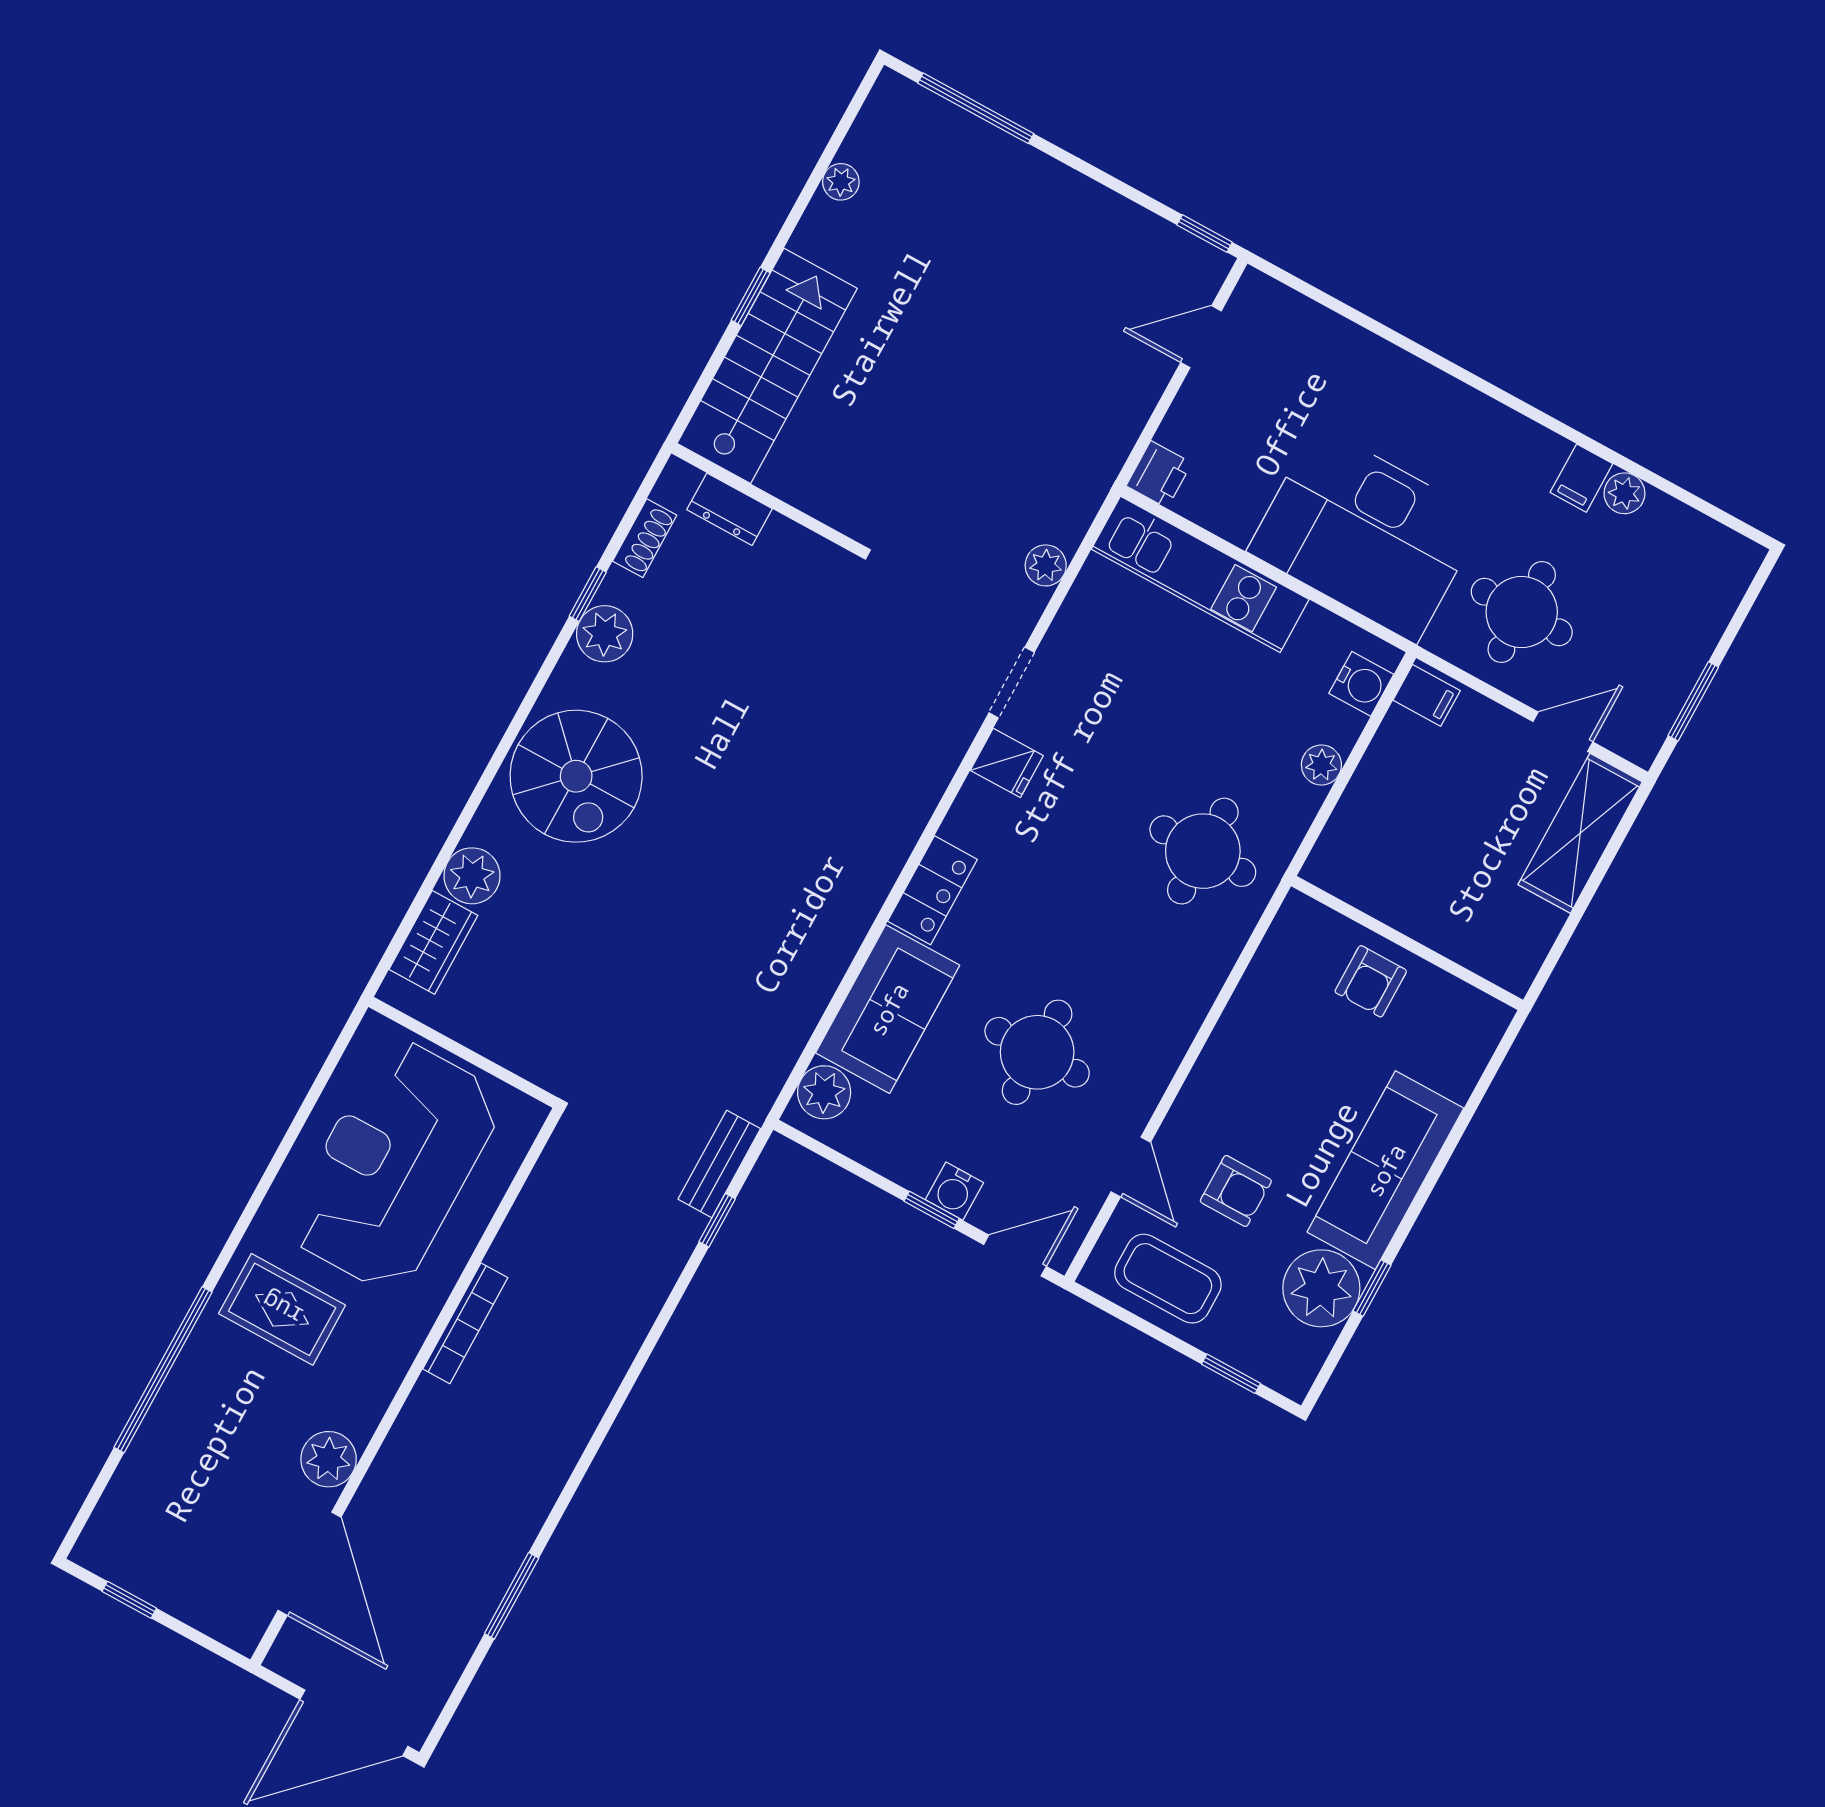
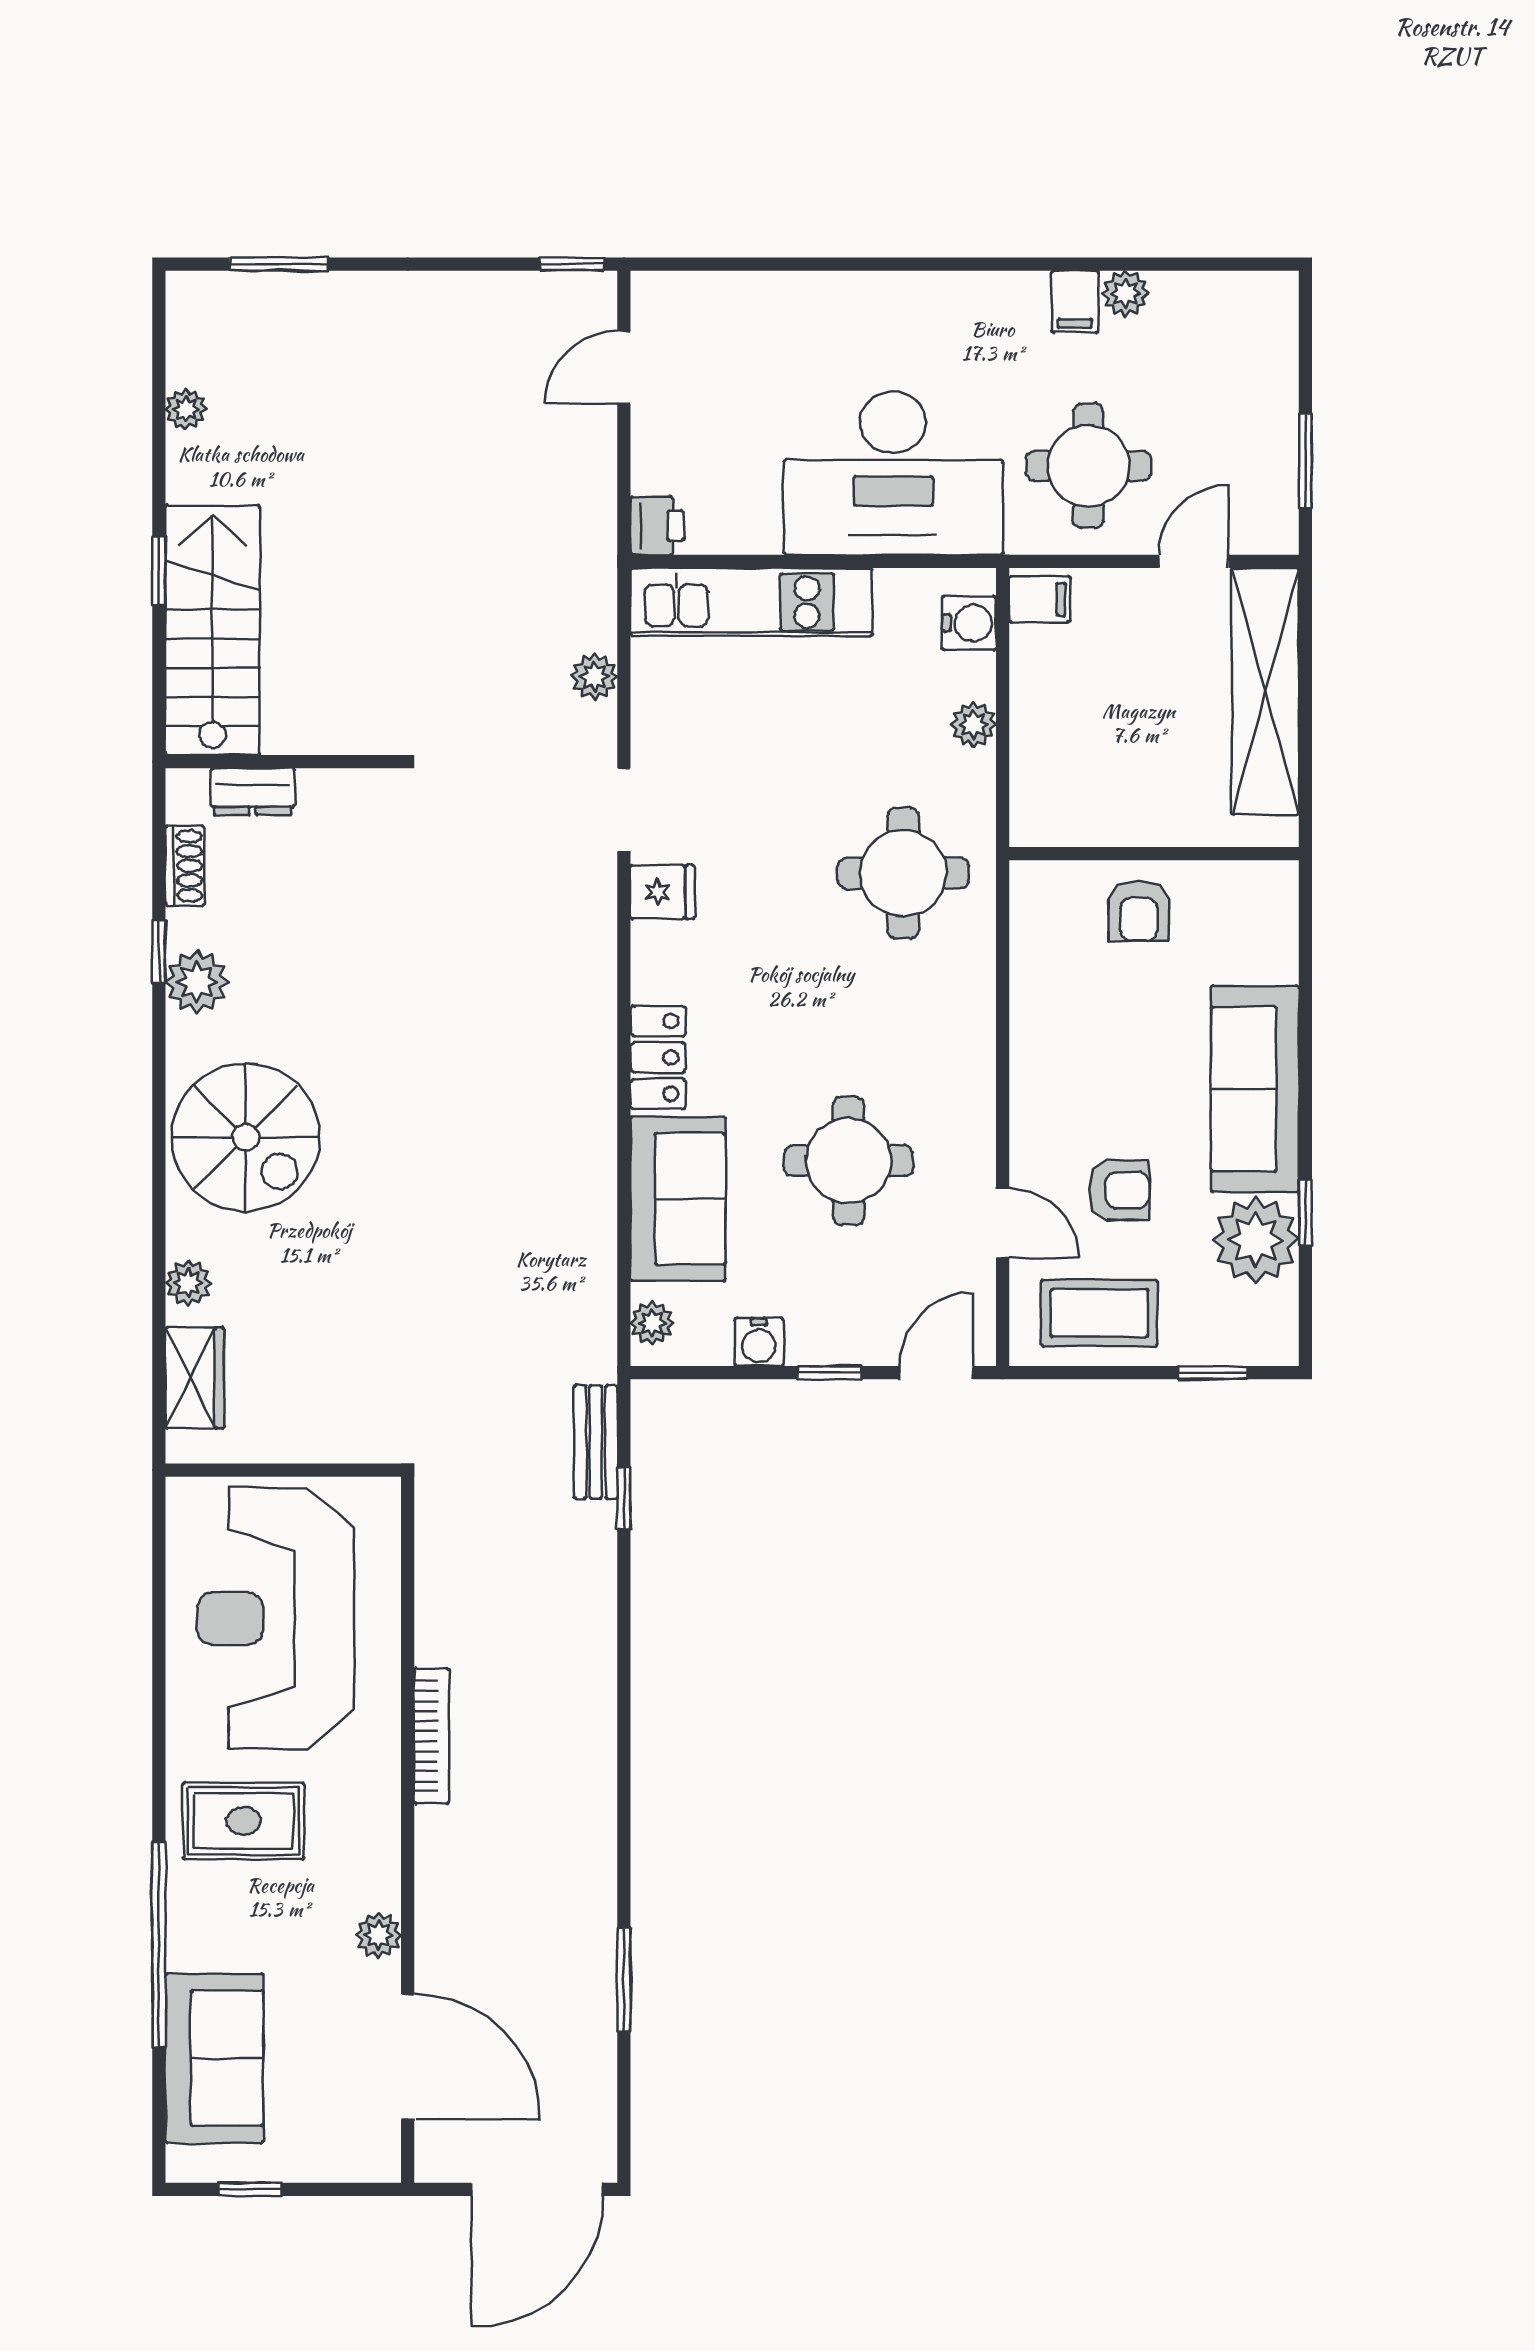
window: (976, 108) -> (279, 264), width x0.69
shelving: (1580, 833) -> (1265, 691), width x1.47
plant: (472, 876) -> (188, 1283), width x0.73, depth x0.73
plant: (824, 1092) -> (652, 1323), width x0.73, depth x0.73
water cooler: (954, 1191) -> (759, 1342), moved
plant: (329, 1459) -> (379, 1935), width x0.73, depth x0.73
sofa: (158, 1482) -> (214, 2058), added

